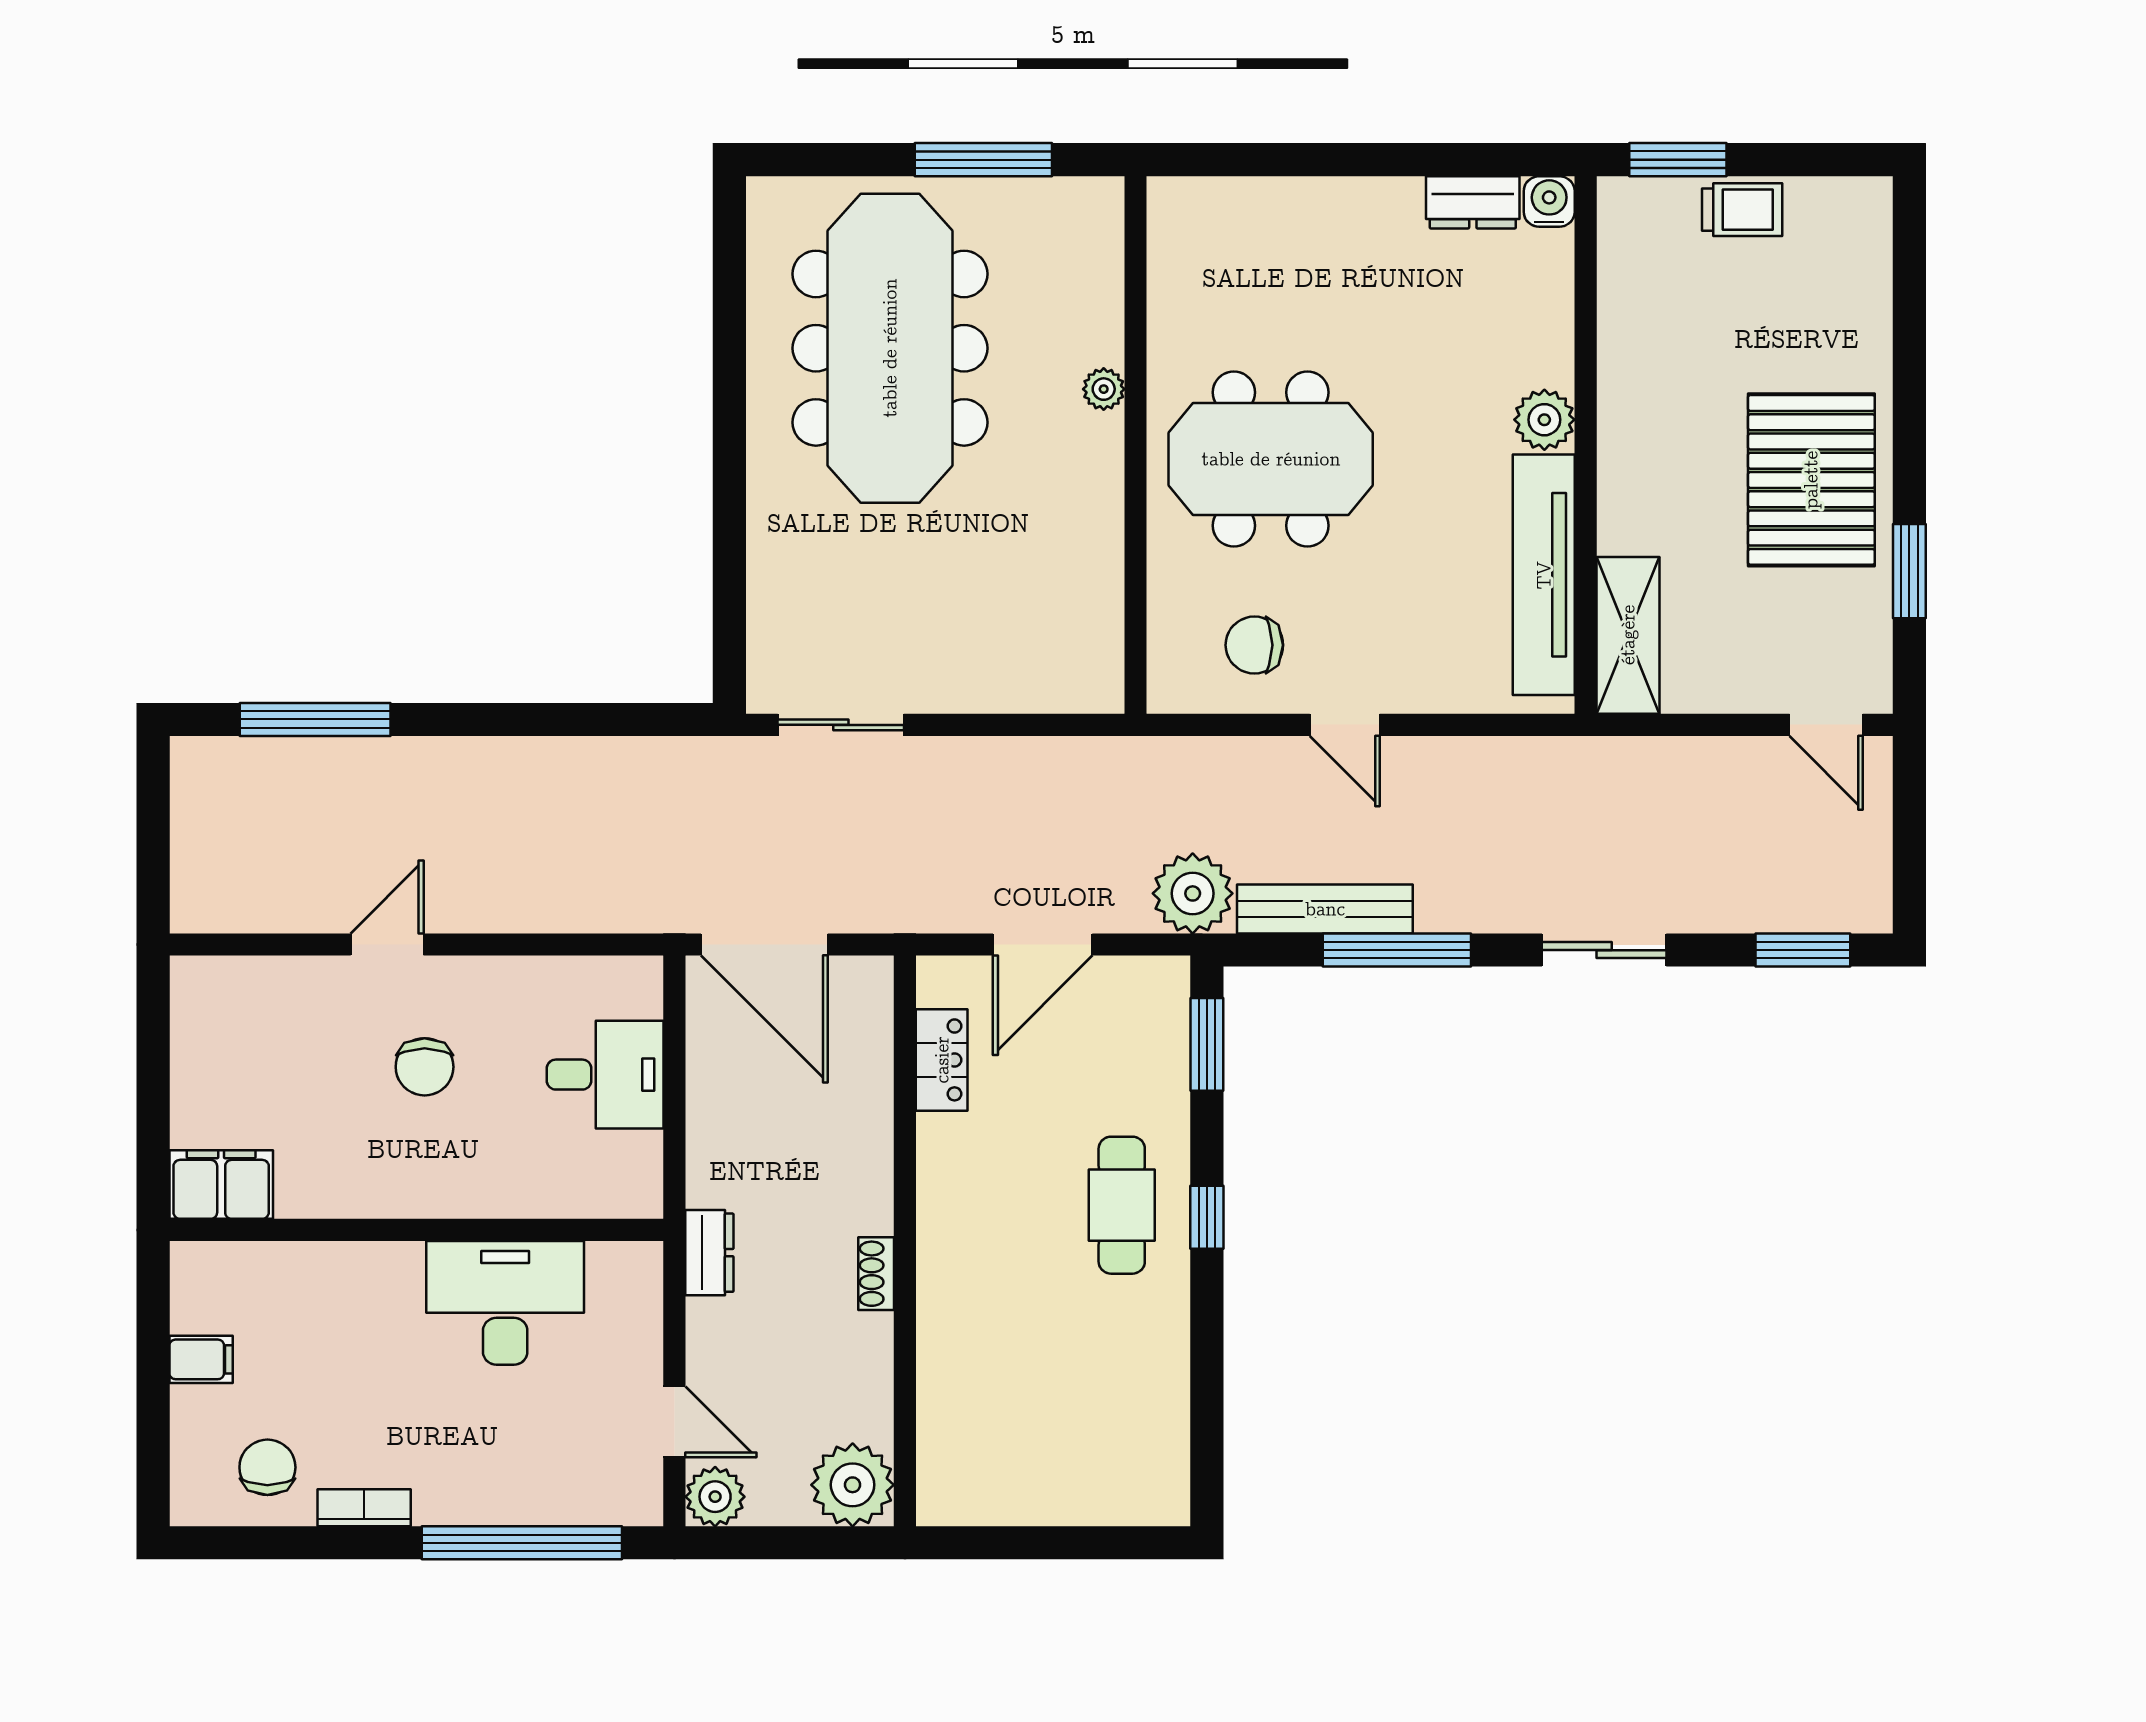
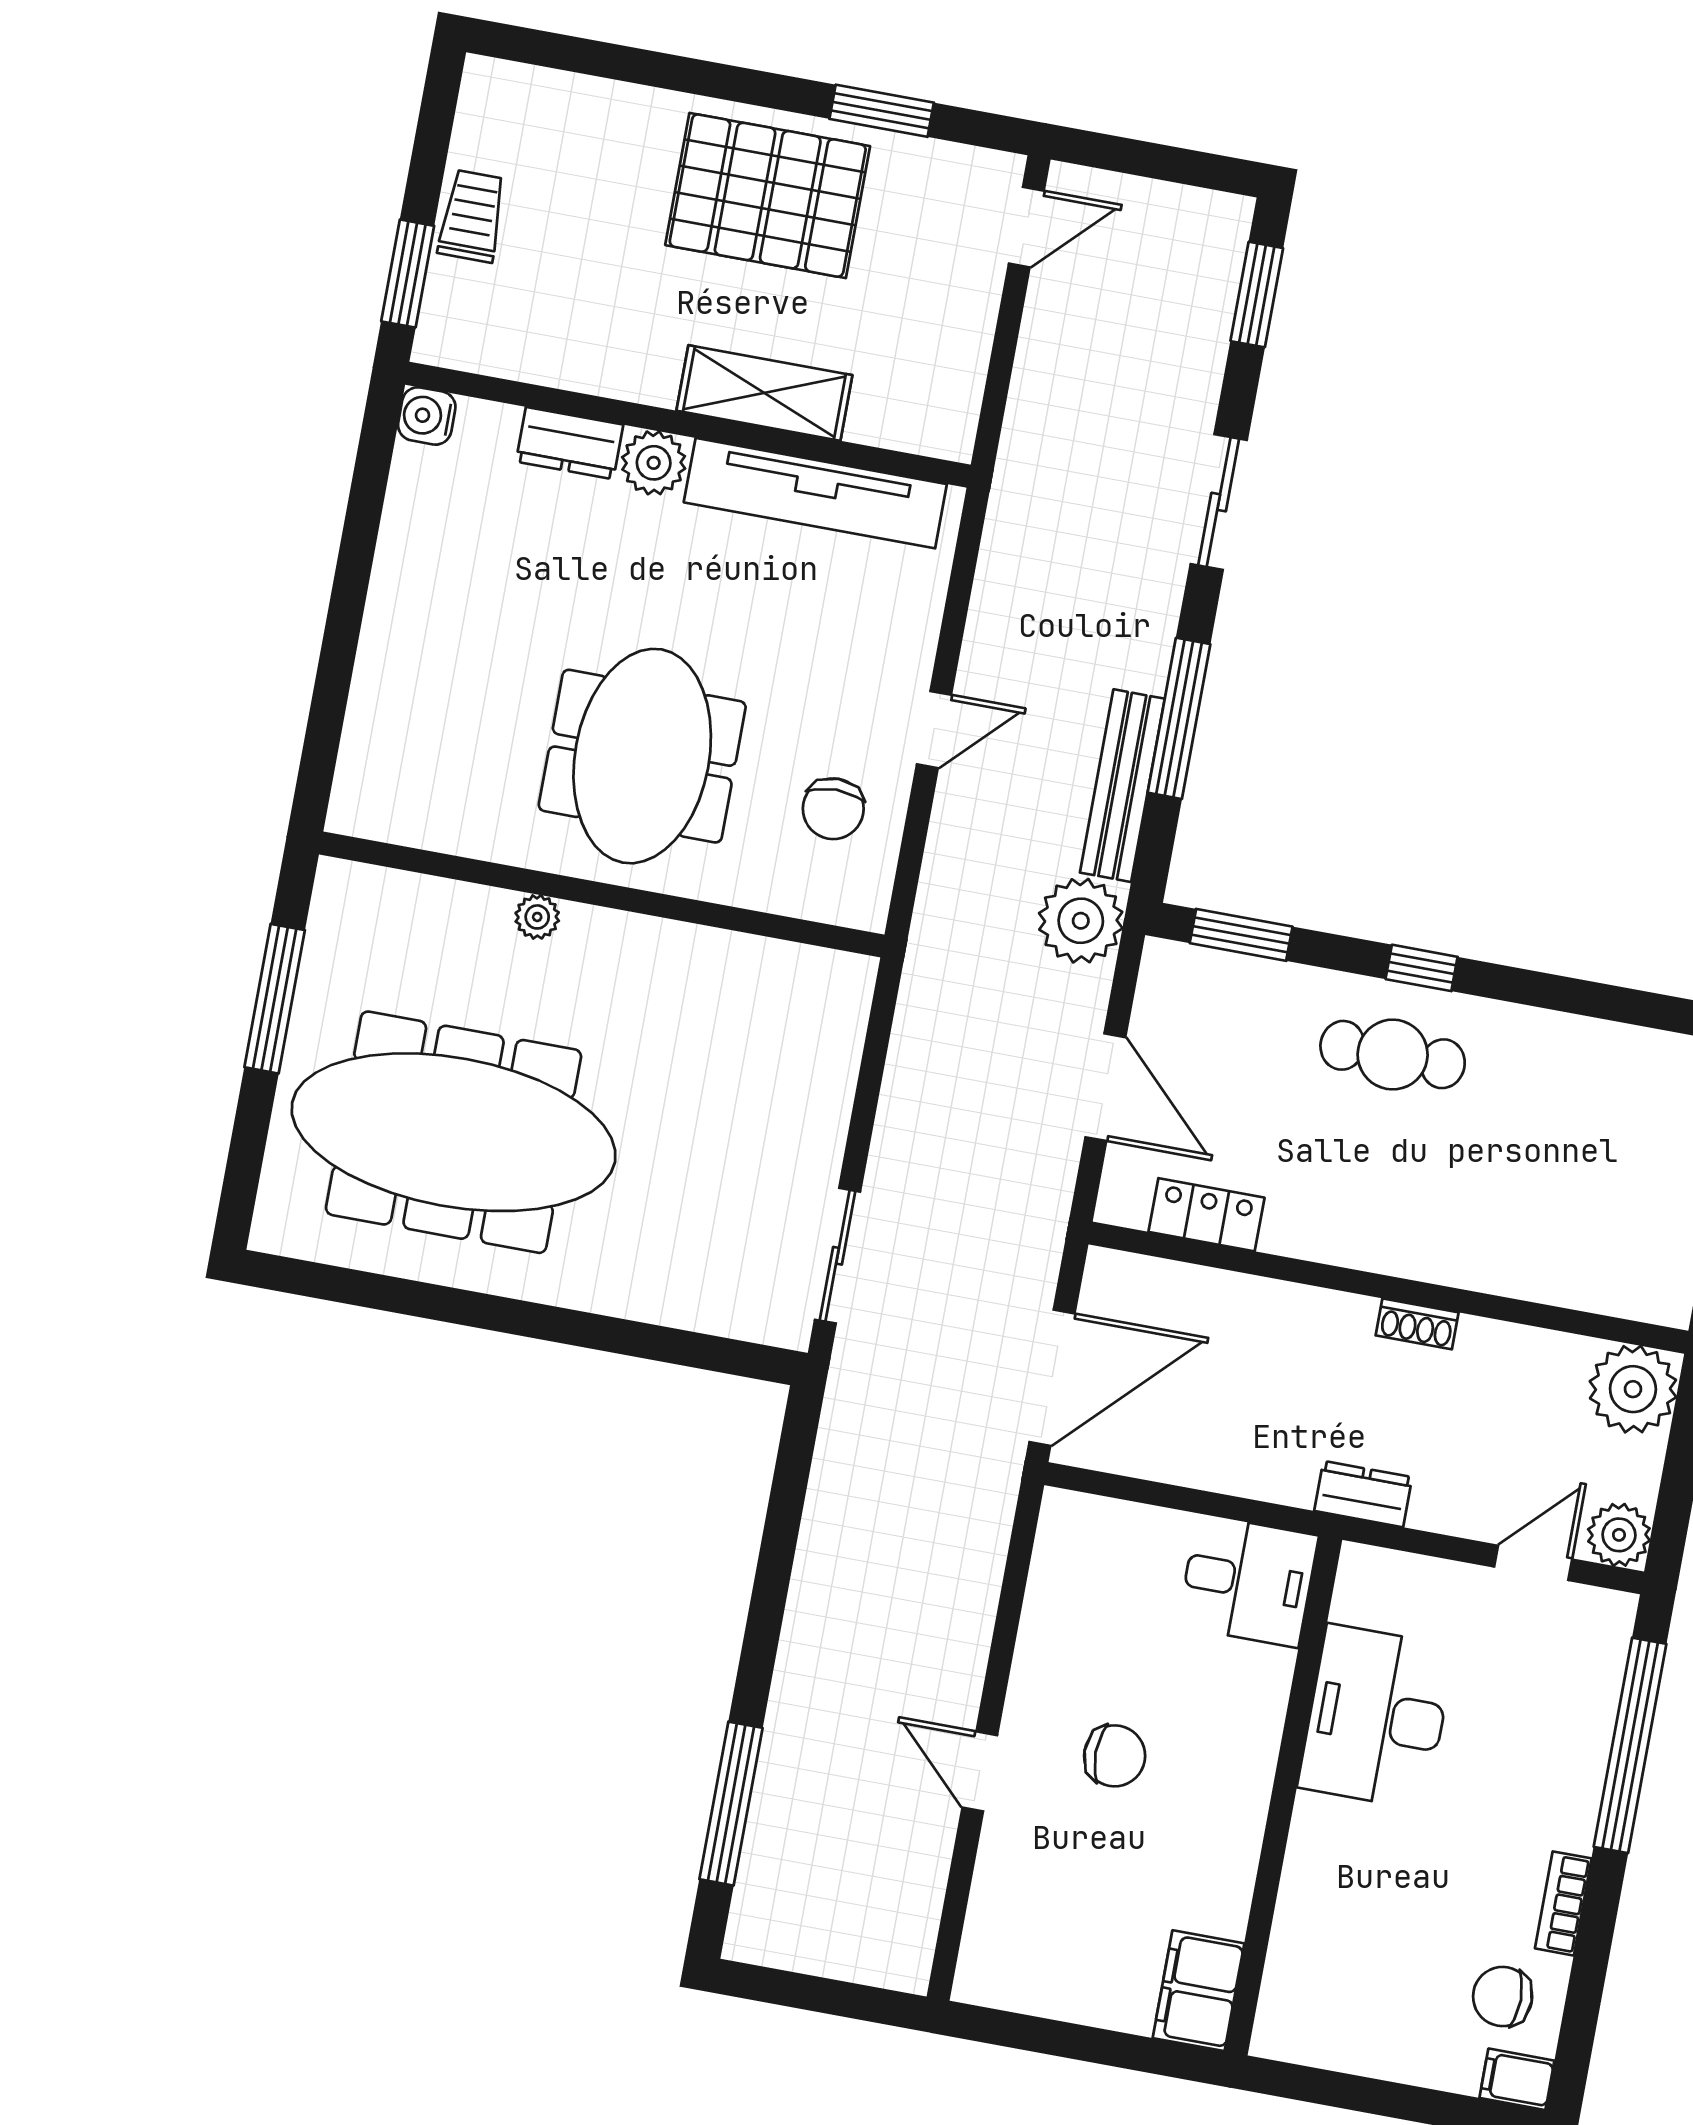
dresser: (1473, 202) -> (570, 443), moved, turned 90
shelving: (1628, 635) -> (764, 393), moved
desk: (605, 1075) -> (1248, 1581), moved, turned 90
filing cabinet: (201, 1359) -> (1517, 2079), moved, turned -90

